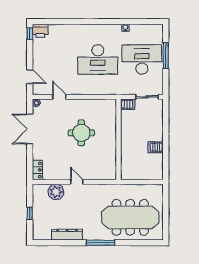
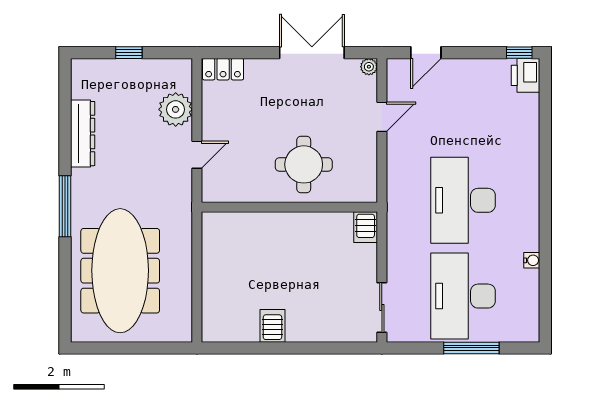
desk: (142, 59) -> (463, 296), turned 180
server rack: (128, 104) -> (366, 227), moved
wall: (119, 139) -> (289, 207), moved

